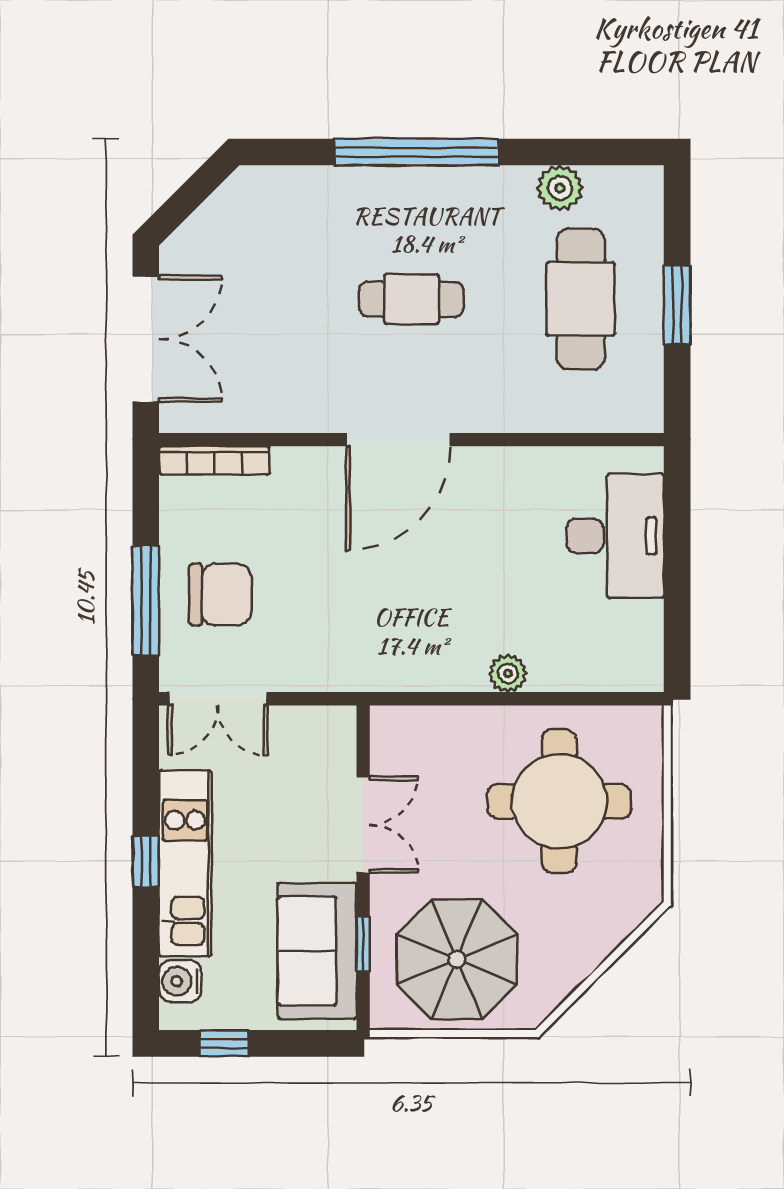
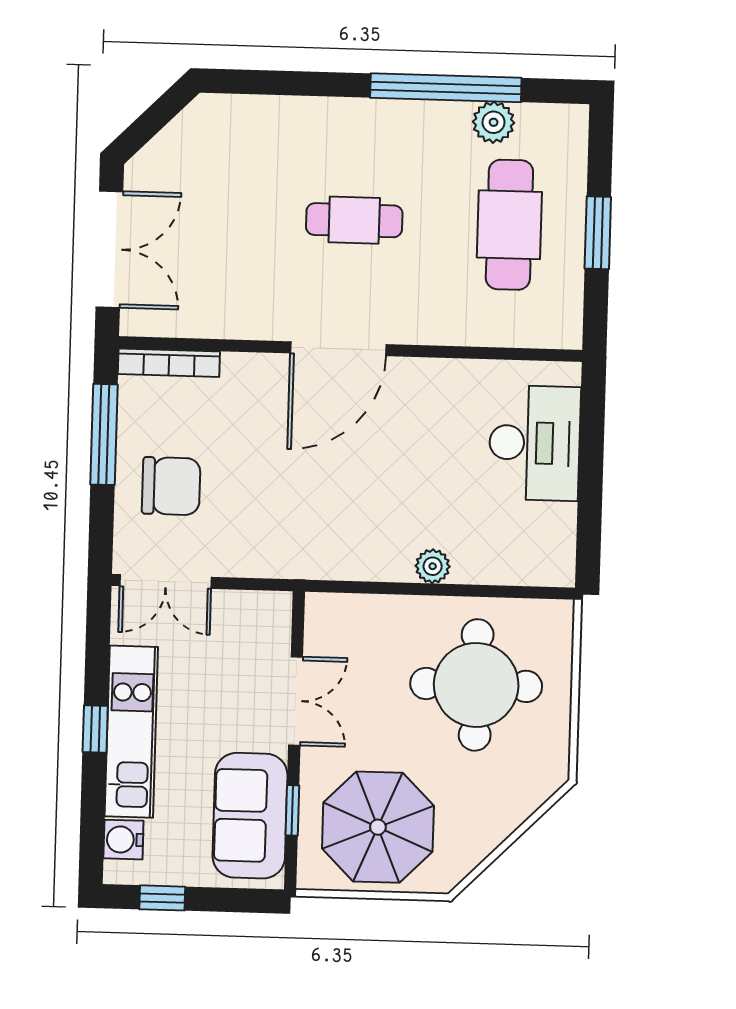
window: (416, 152) -> (446, 88), moved
window: (146, 601) -> (104, 434), moved

